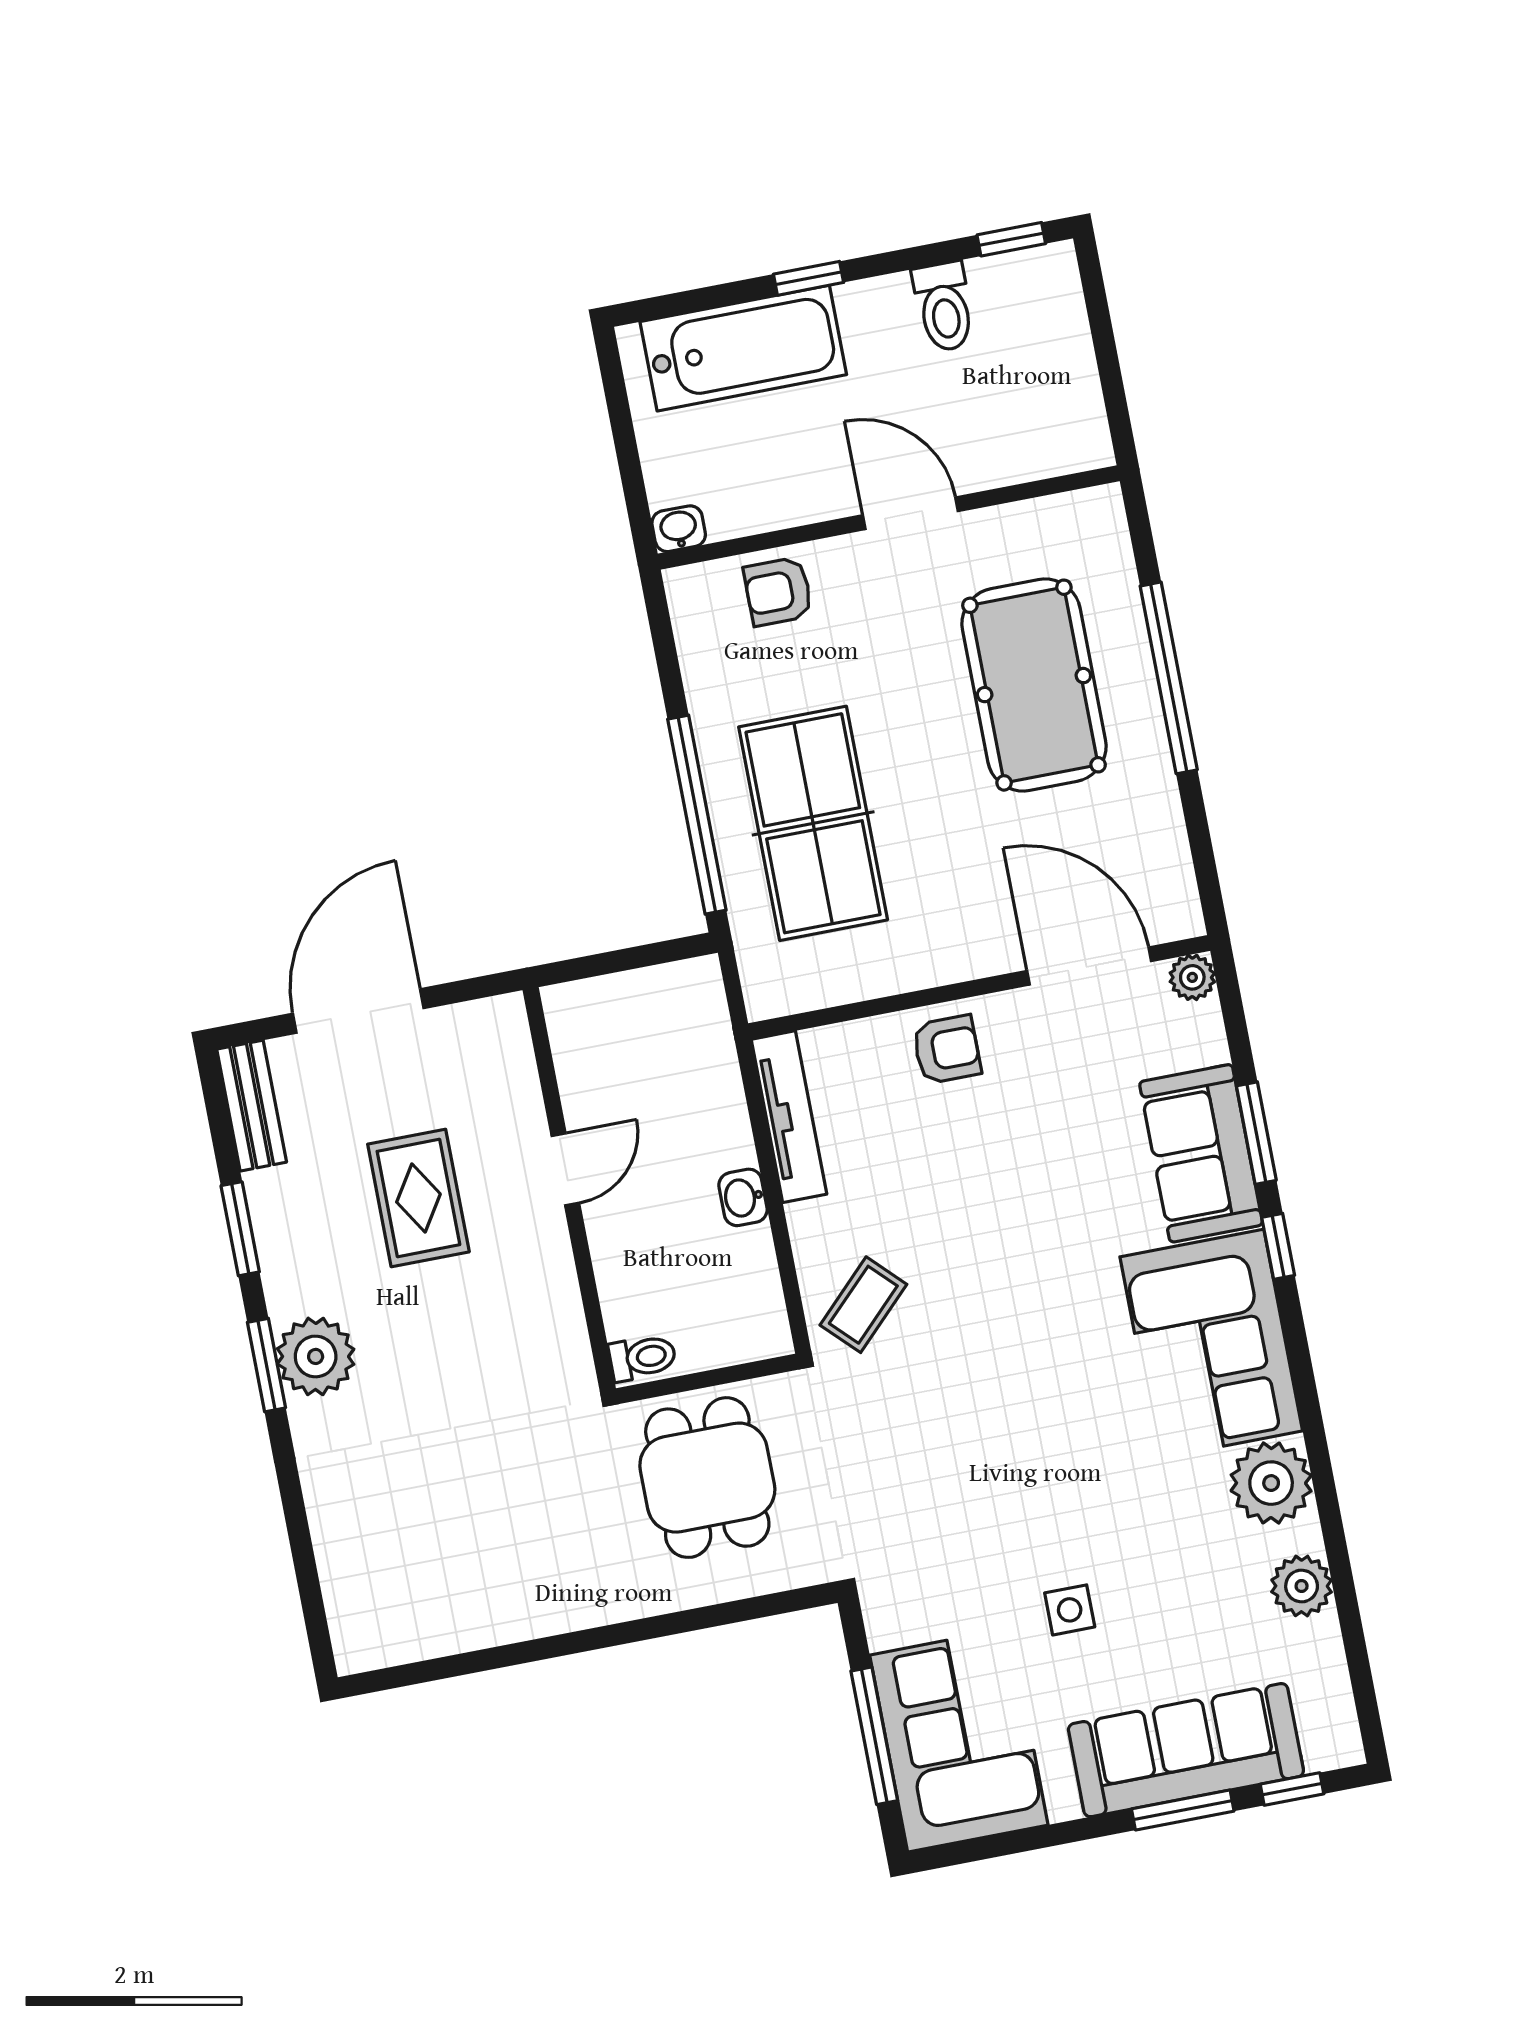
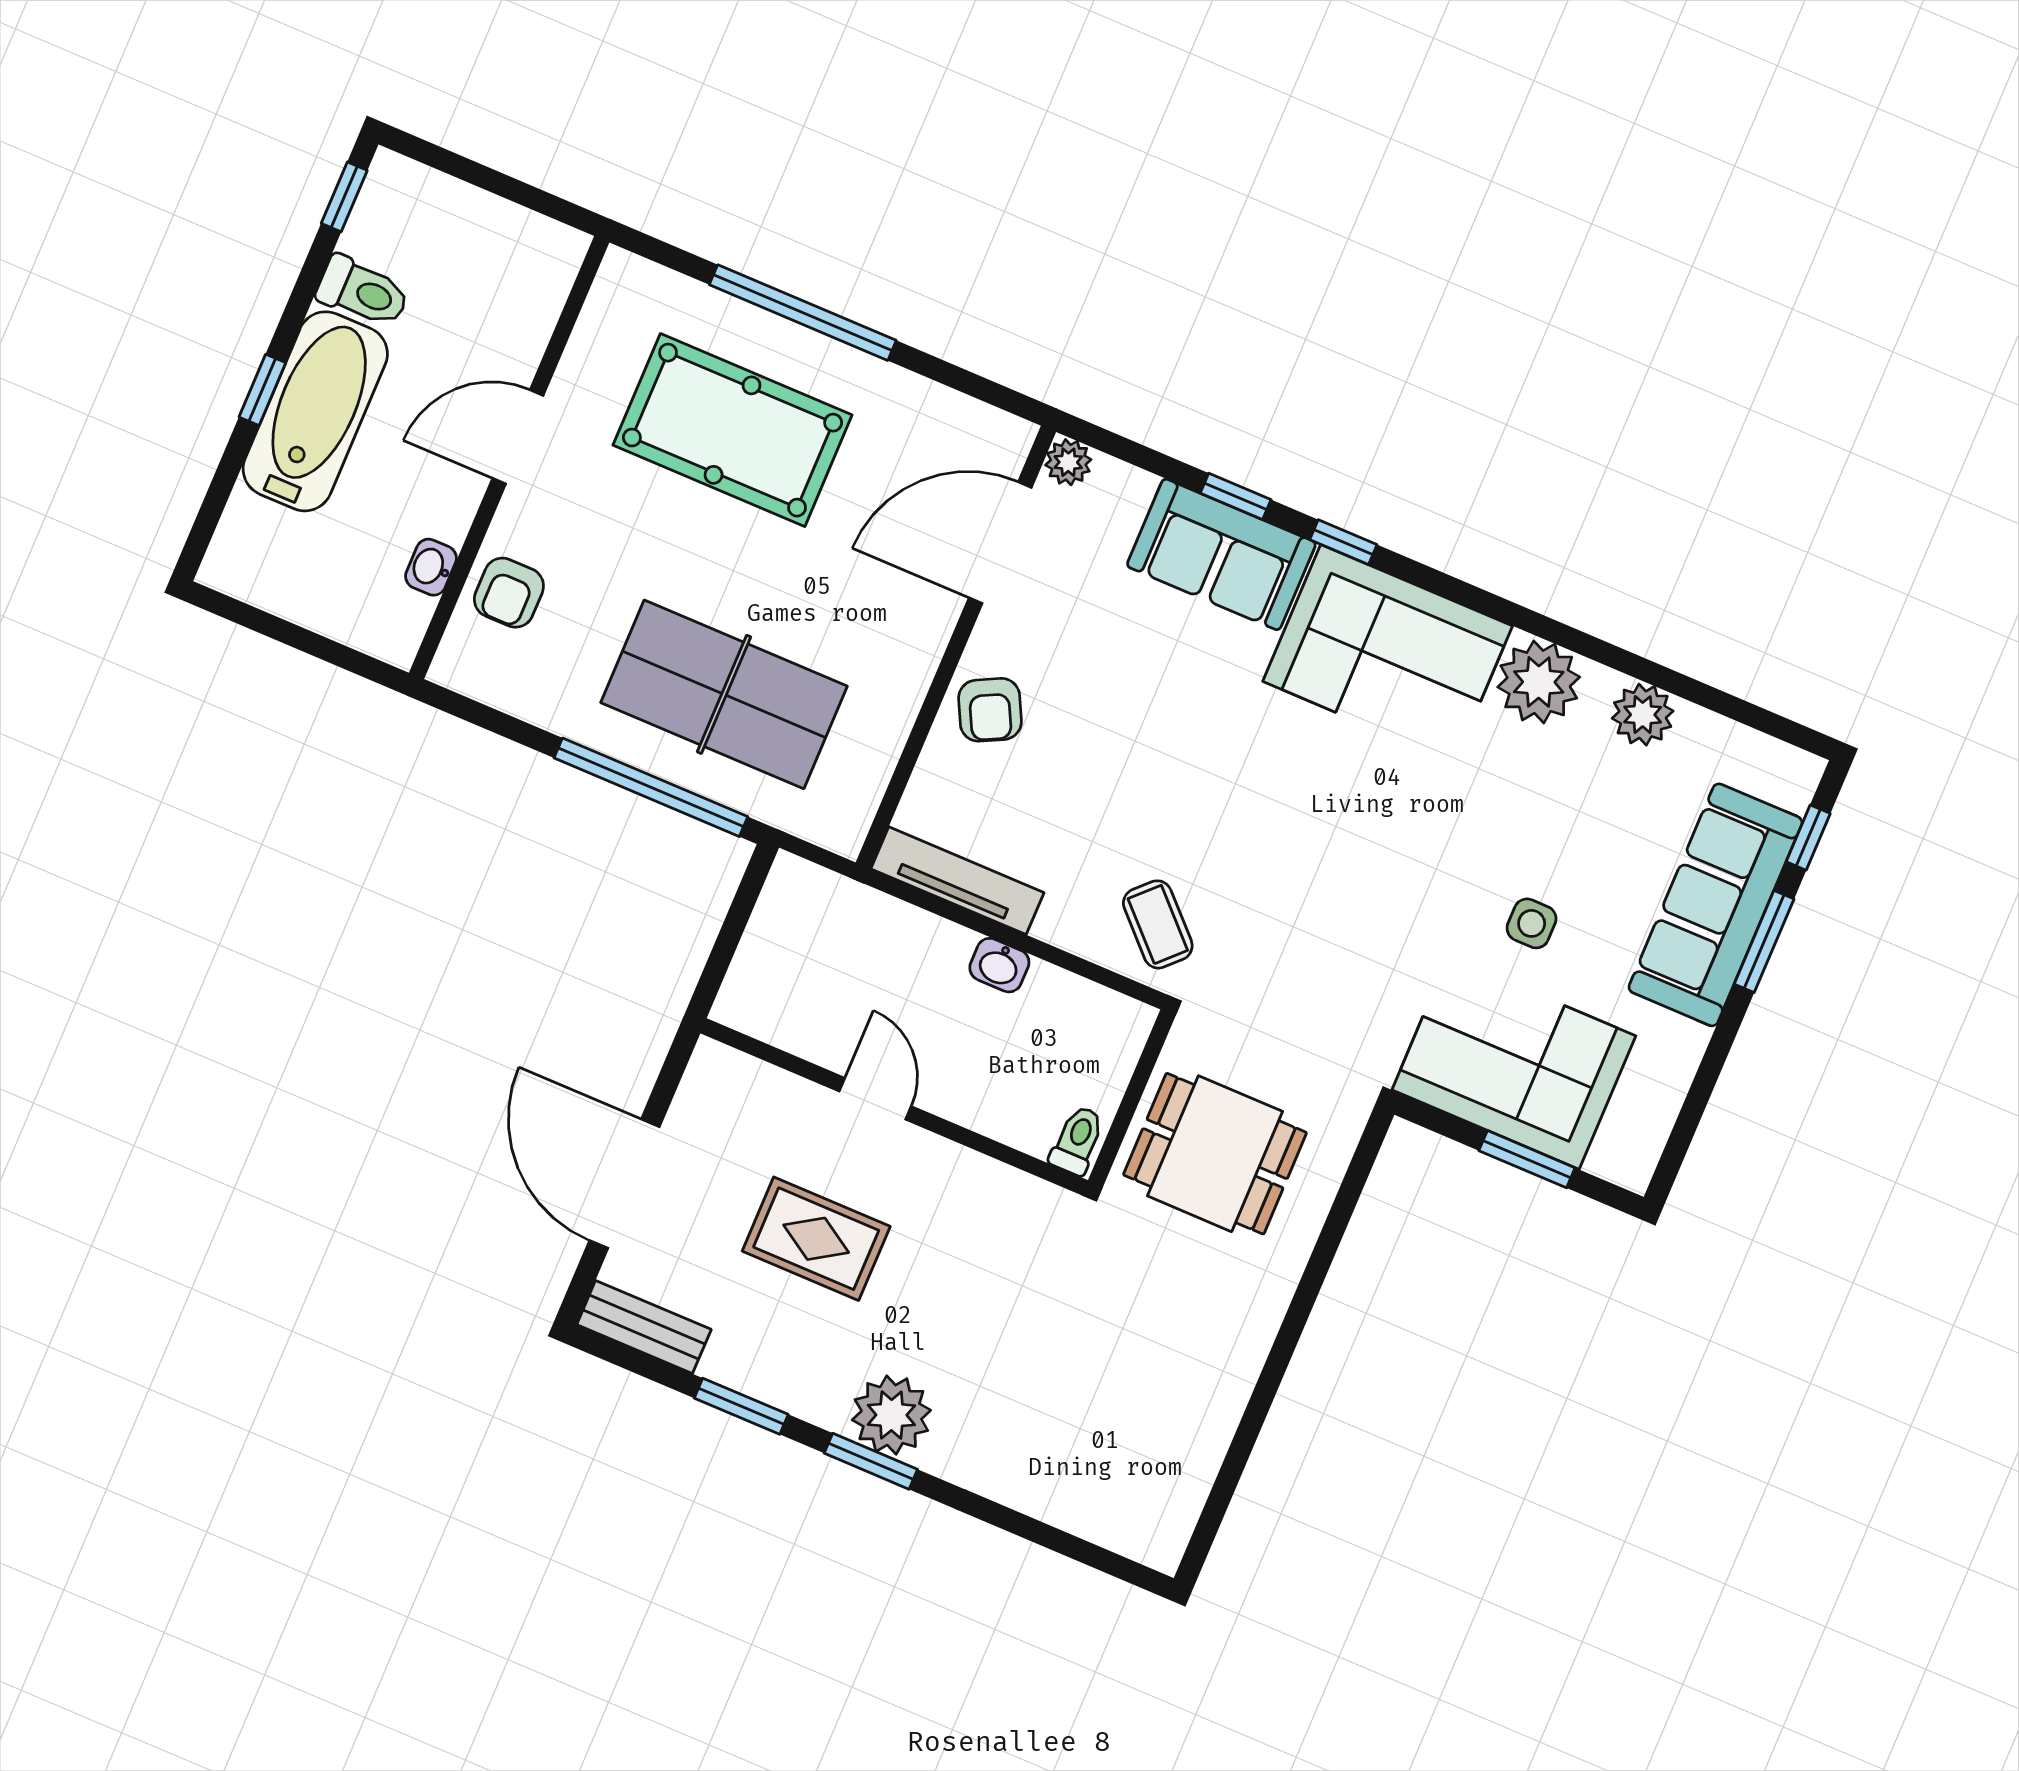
bathtub: (743, 348) -> (315, 411), moved
washbasin: (679, 529) -> (431, 567), moved
armchair: (947, 1049) -> (990, 710), turned 153
window: (1256, 1133) -> (1236, 496), width x0.67
window: (874, 1736) -> (1527, 1159), width x0.69
corner sofa: (959, 1740) -> (1514, 1063), moved

